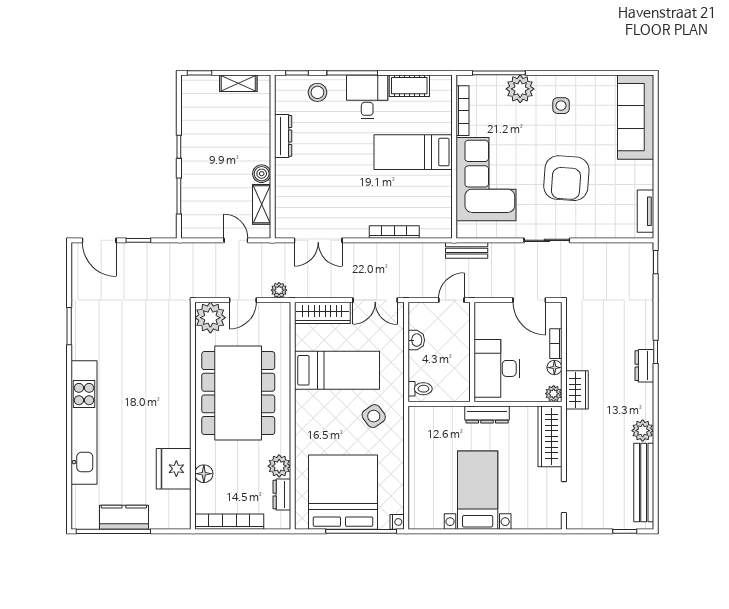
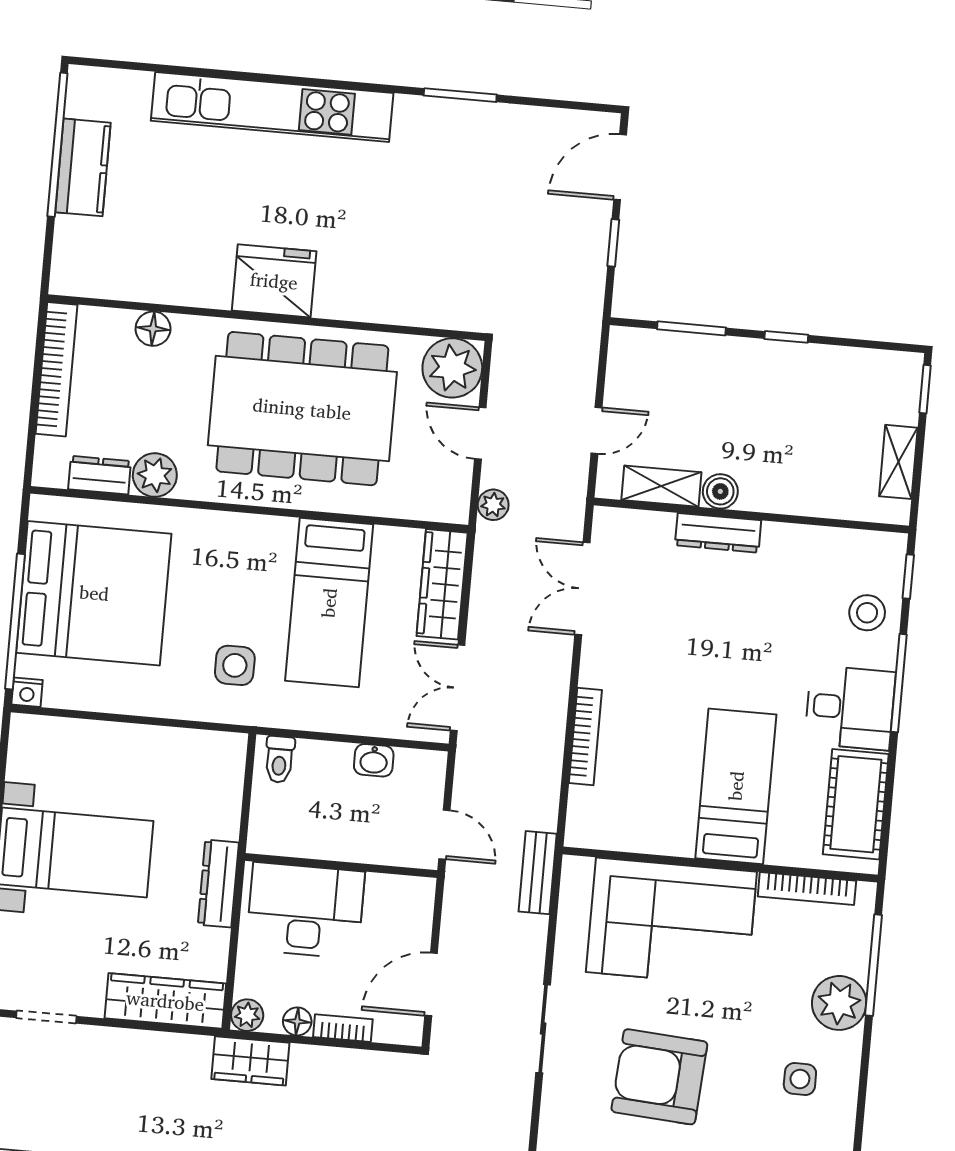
cot: (409, 86) -> (856, 804), width x1.37, depth x1.34
dresser: (283, 136) -> (718, 533), moved
side table: (374, 416) -> (235, 665), turned 36
fridge: (174, 469) -> (274, 281), moved

